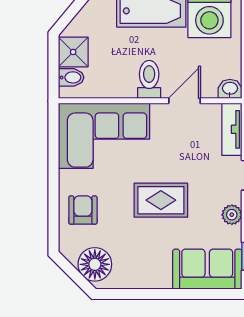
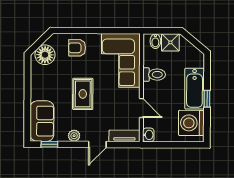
toilet: (149, 79) -> (154, 75), moved
armchair: (83, 210) -> (77, 48), turned 180

